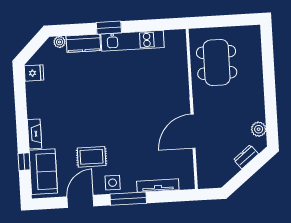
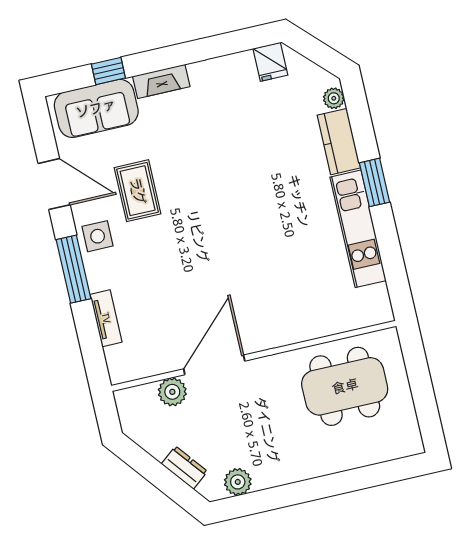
door: (193, 131) -> (214, 365), hinge flipped
plant: (204, 156) -> (172, 392), added
tv unit: (158, 186) -> (106, 318), width x0.71

